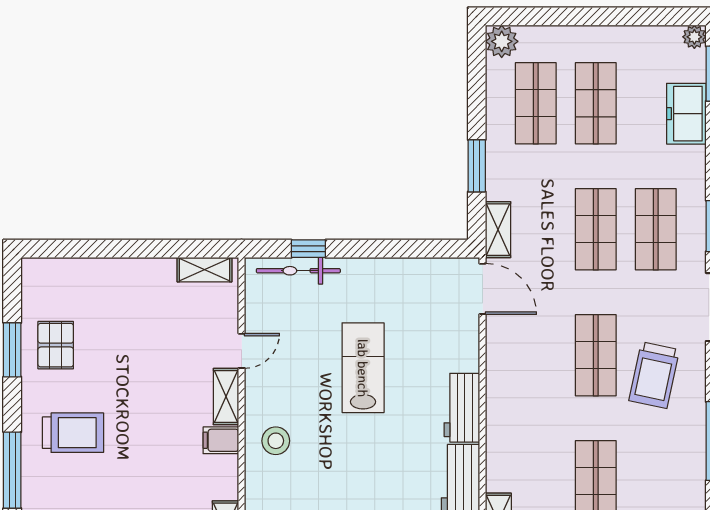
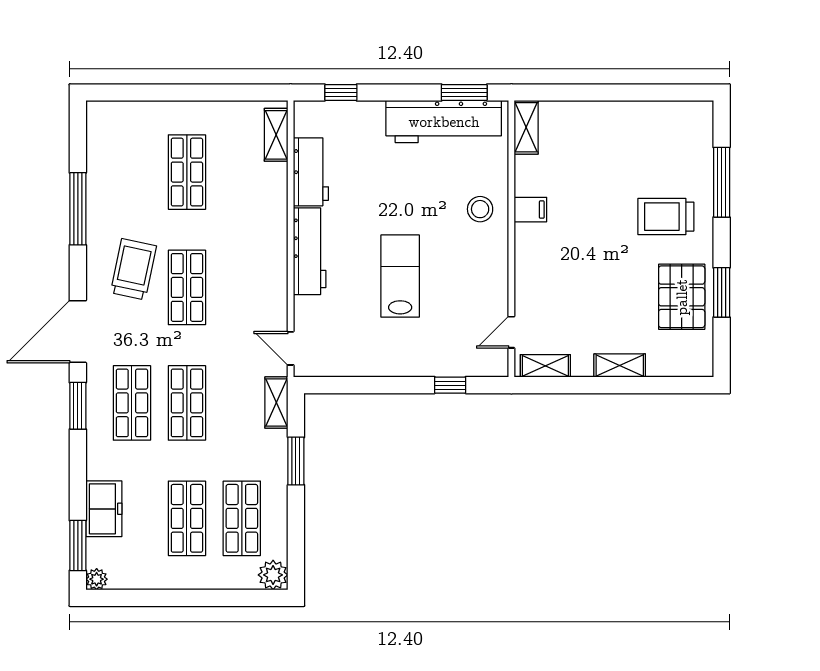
bicycle: (298, 271) -> (459, 365), removed
door: (483, 289) -> (291, 348), width x0.73
pallet: (56, 345) -> (682, 297), width x1.50, depth x1.42
door: (242, 351) -> (511, 332), moved
lab bench: (363, 368) -> (400, 276), turned 180
shelving: (226, 397) -> (620, 366), moved, turned 90
workbench: (462, 408) -> (310, 251), width x1.38

